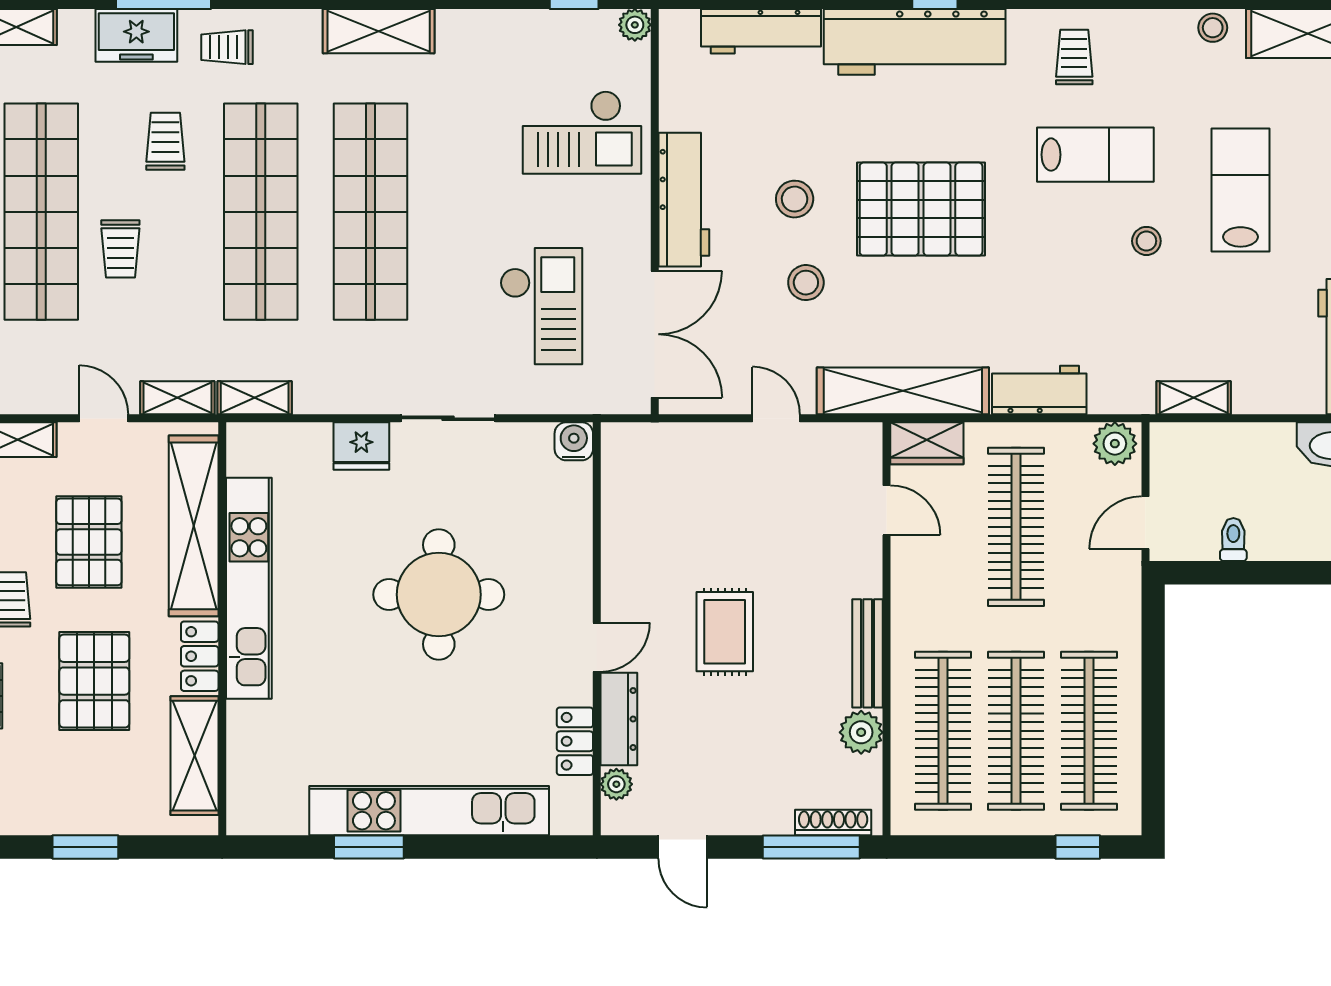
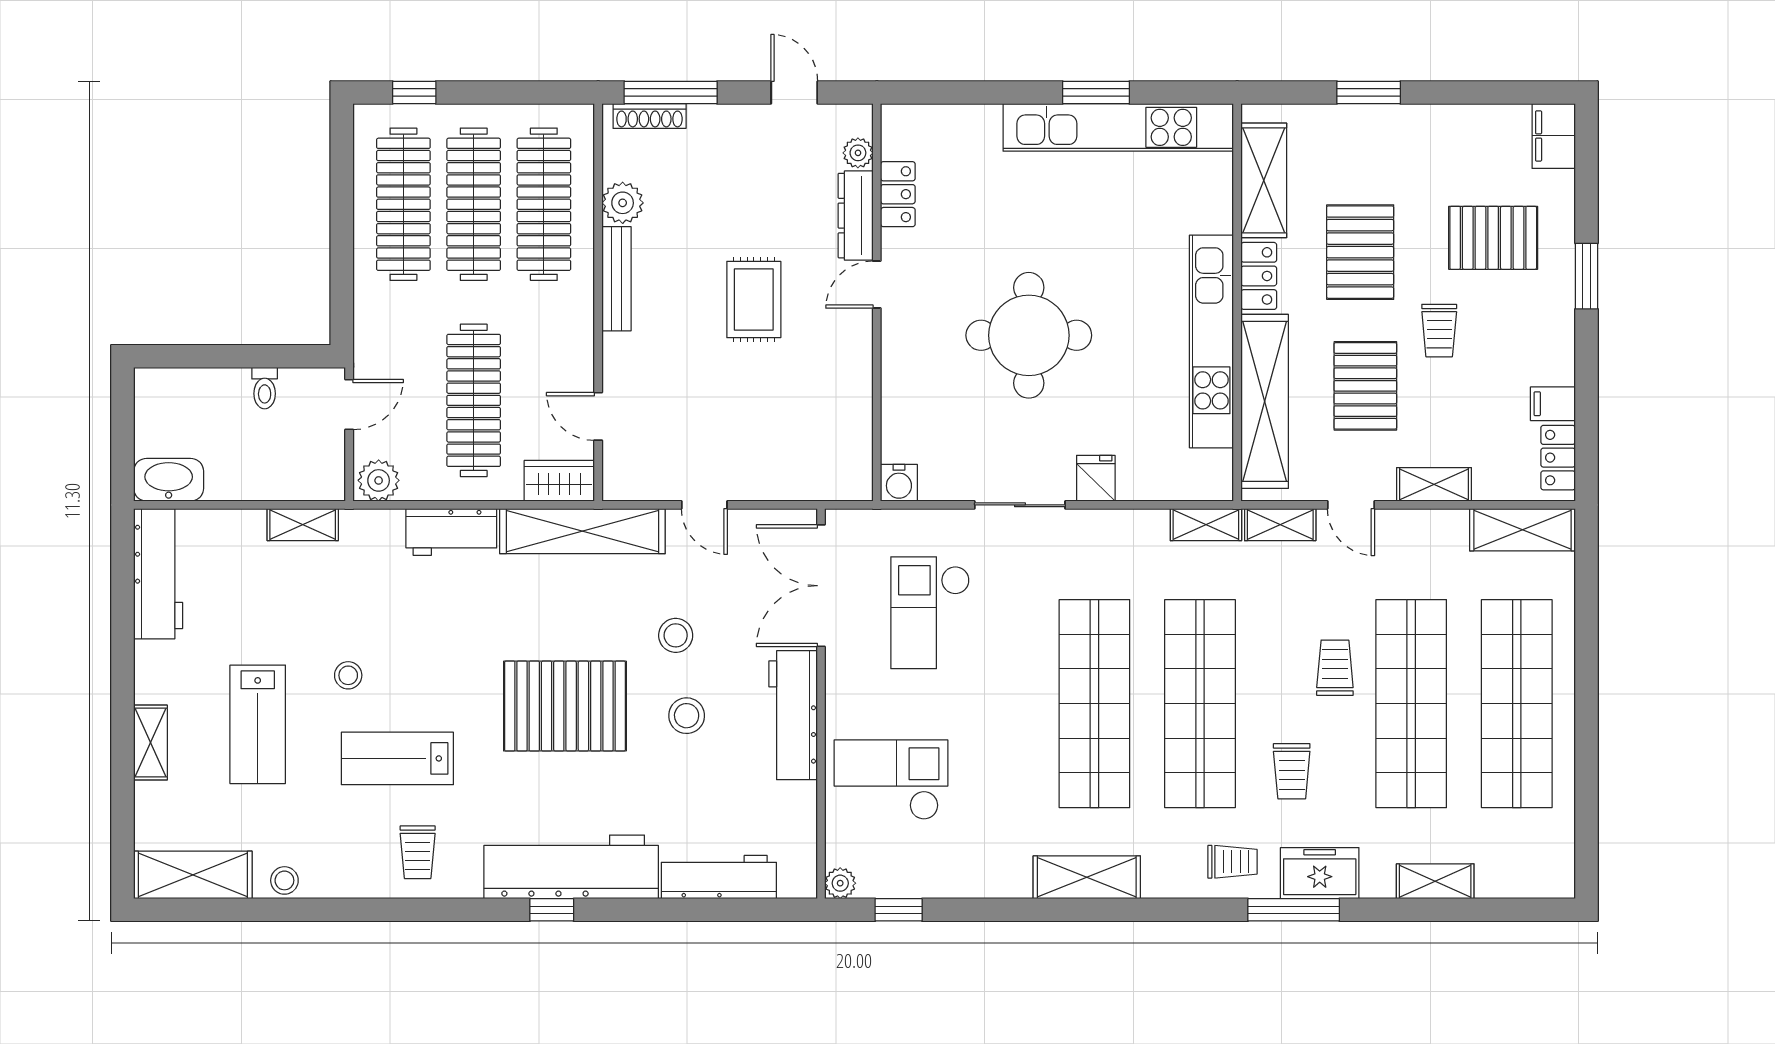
fridge: (361, 446) -> (1096, 478), width x0.72
kitchen unit: (429, 811) -> (1118, 127), moved

